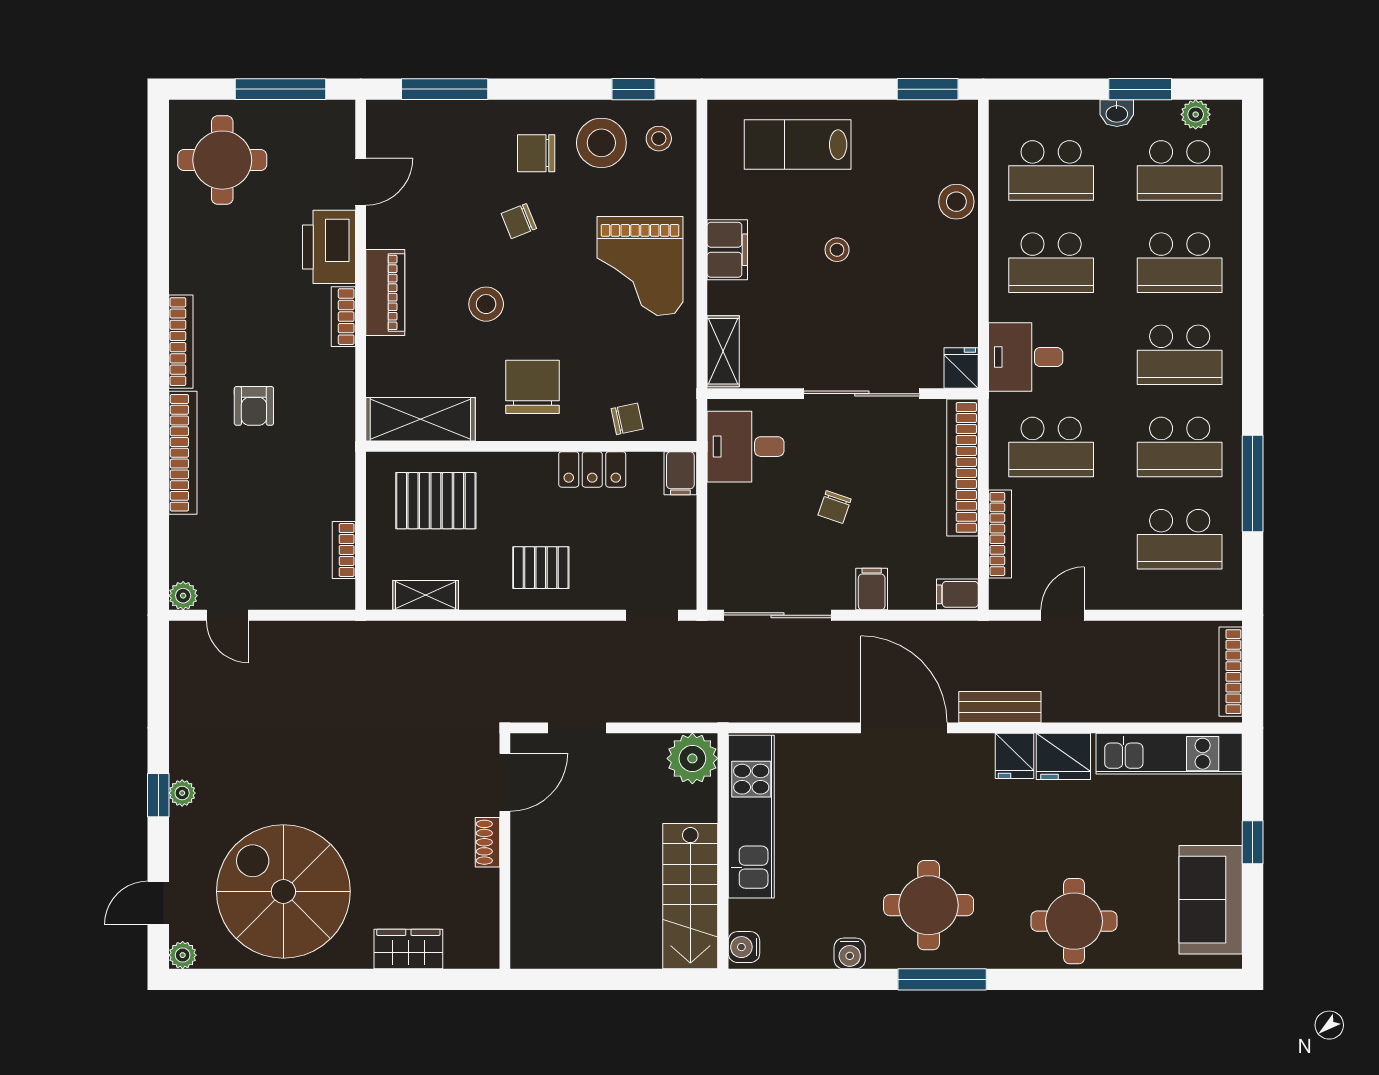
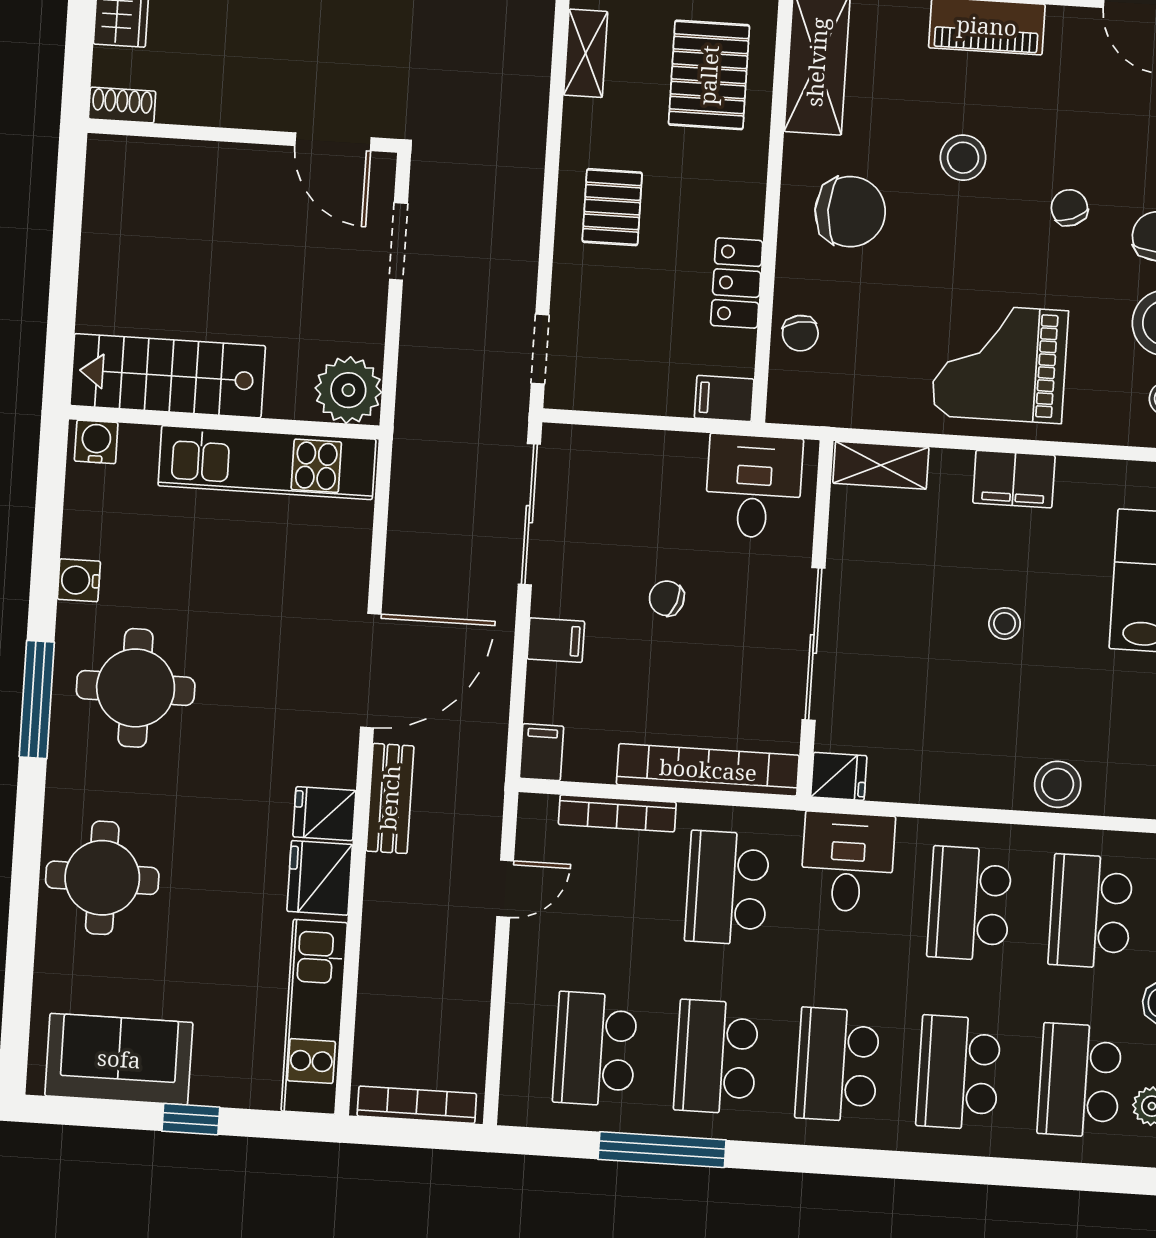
door: (1063, 615) -> (505, 889), hinge flipped
shoe rack: (487, 842) -> (122, 105), moved

